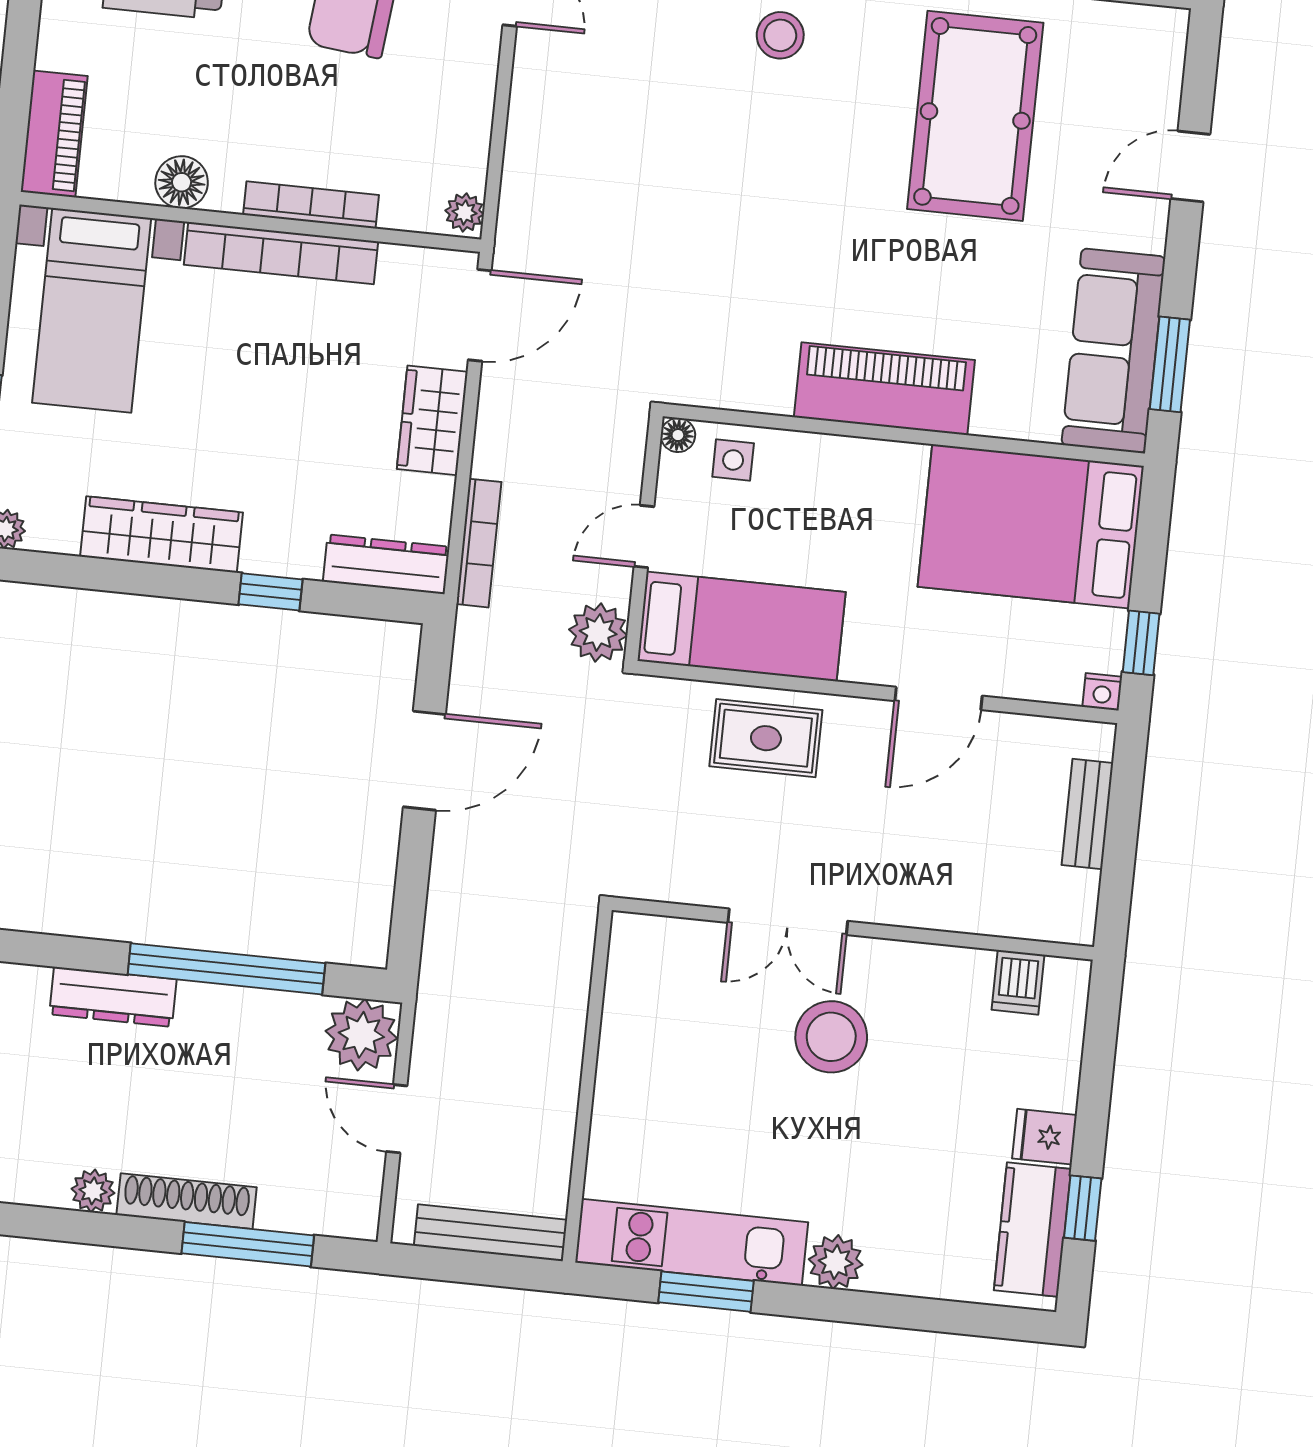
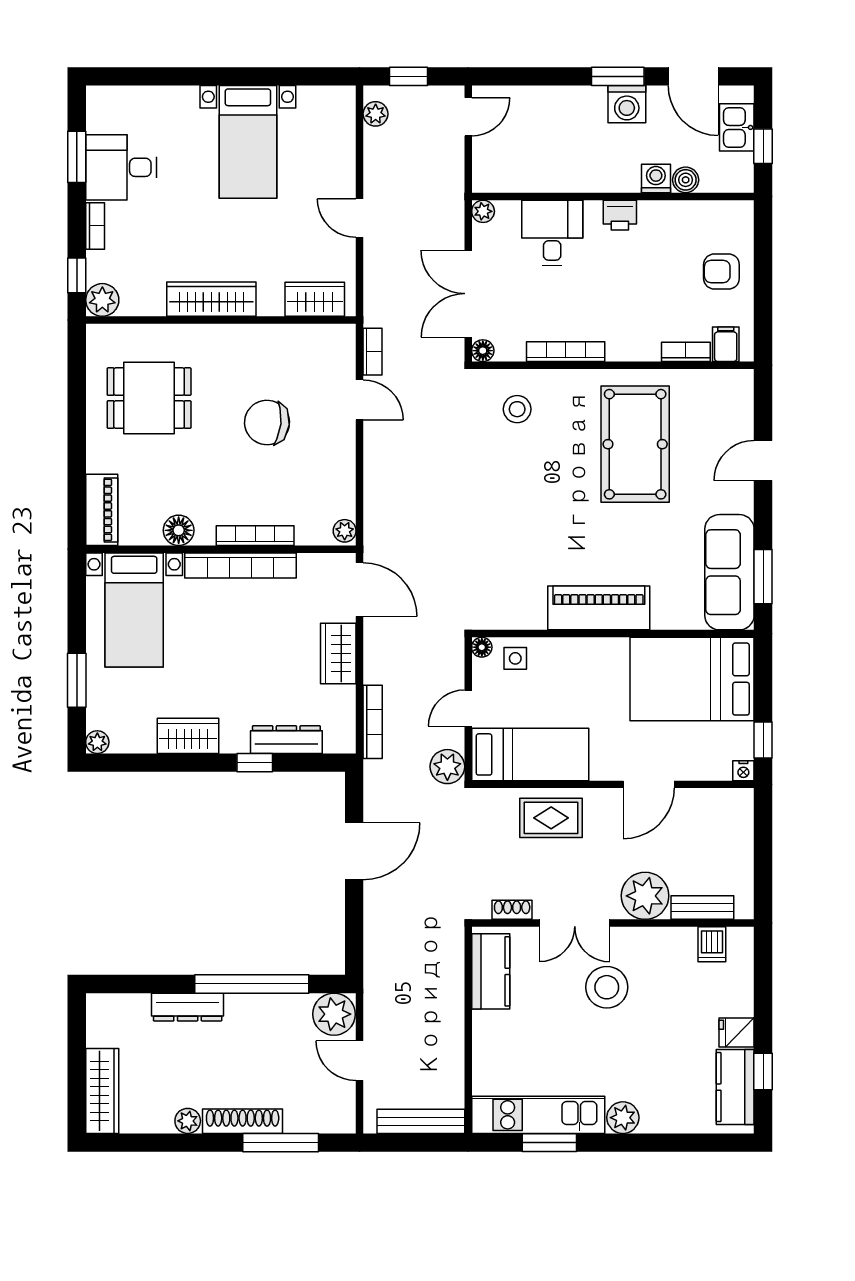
door: (480, 315) -> (360, 590), hinge flipped
wardrobe: (161, 534) -> (188, 736), width x0.67
dresser: (386, 564) -> (286, 740), moved
bench: (1087, 814) -> (702, 908), moved, turned 90
shoe rack: (683, 888) -> (512, 910), added
plant: (913, 888) -> (645, 896), added
kitchen counter: (636, 989) -> (491, 971), added

